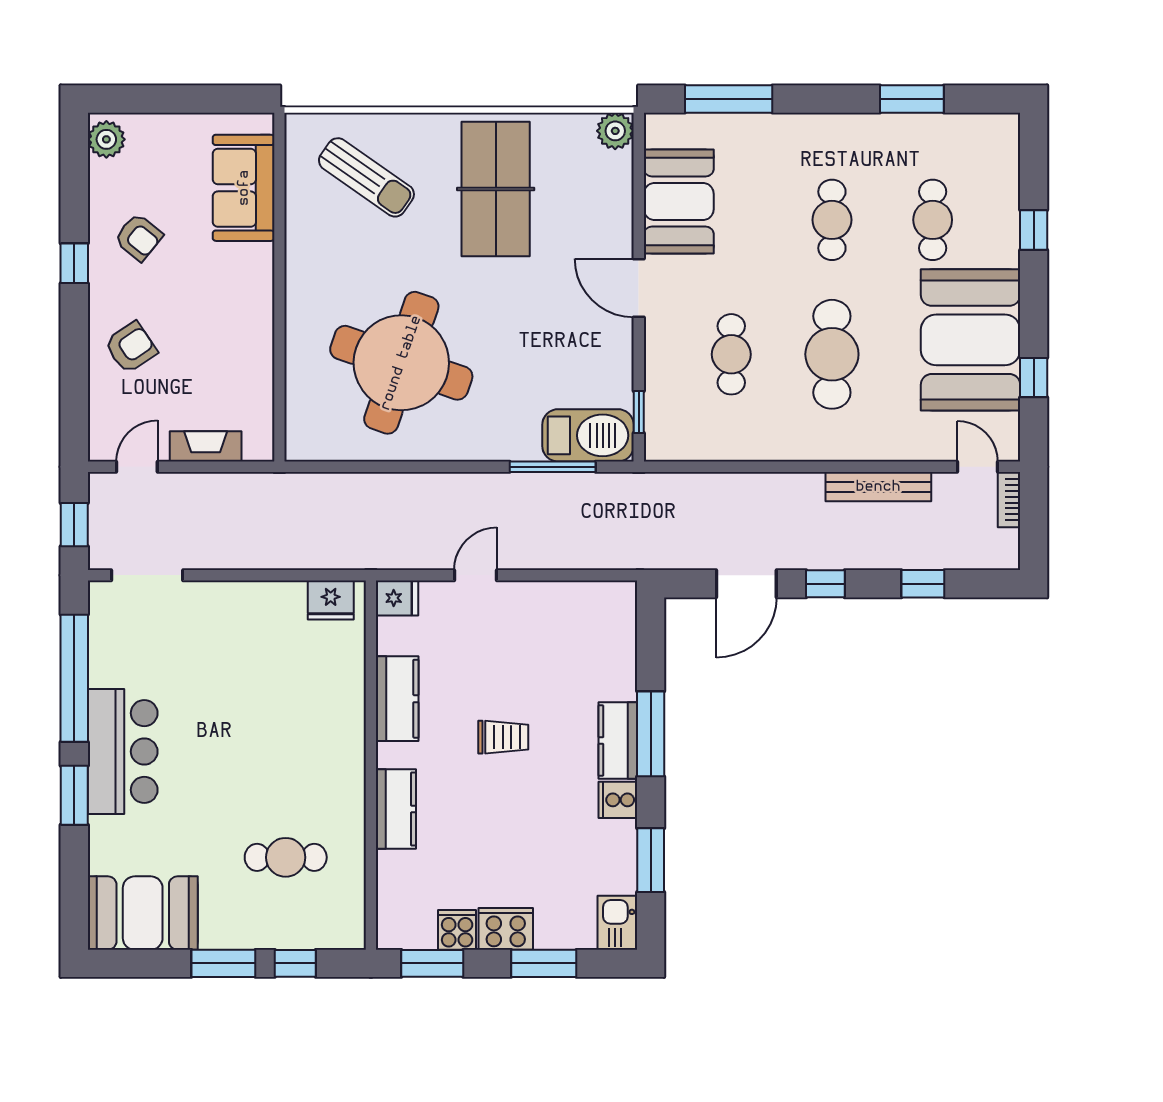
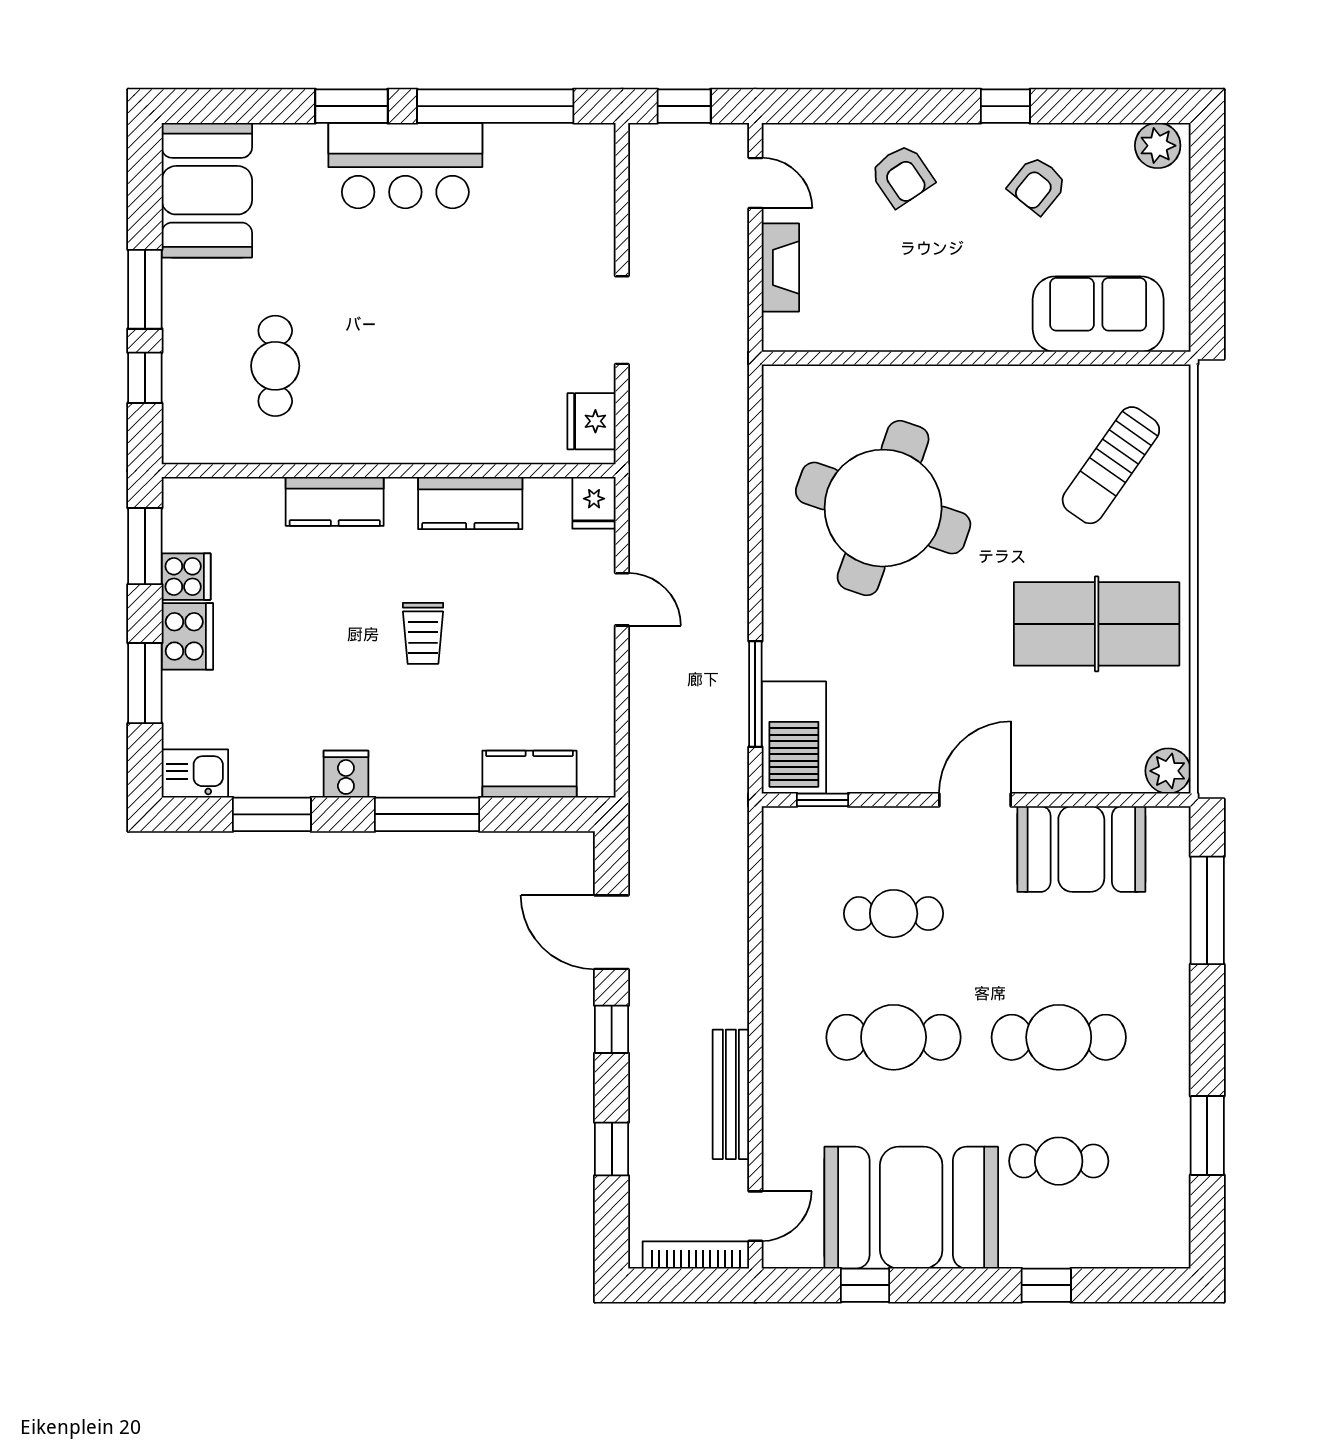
cafe table: (832, 220) -> (1059, 1037), width x1.37, depth x1.35
bookcase: (1009, 500) -> (696, 1255), width x1.56
doorway: (147, 575) -> (622, 320), moved
kitchen counter: (618, 741) -> (529, 774), moved

